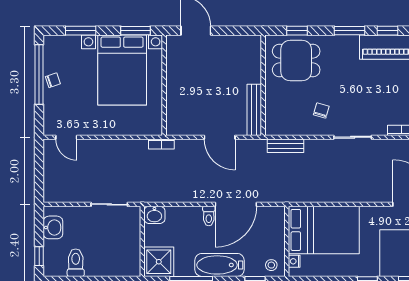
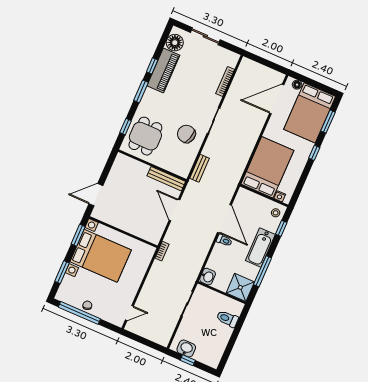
chair: (321, 111) -> (186, 134), width x1.87, depth x1.87
door: (220, 137) -> (174, 210), swing flipped
window: (39, 256) -> (188, 360), moved
toilet: (76, 263) -> (227, 319), moved

